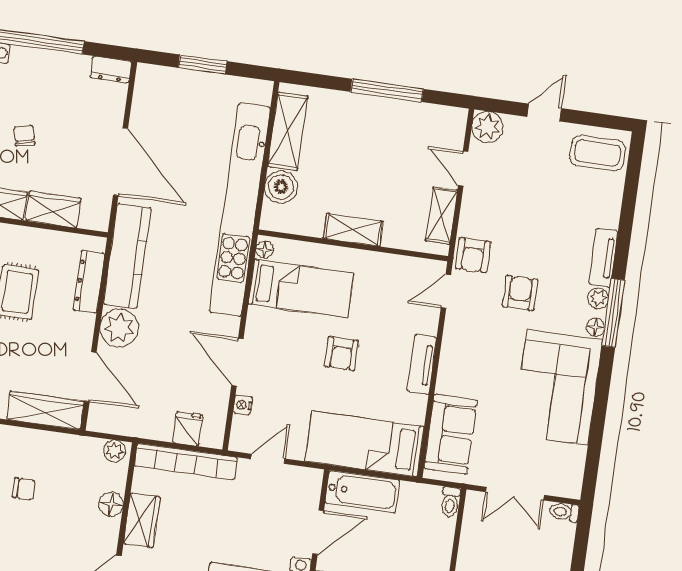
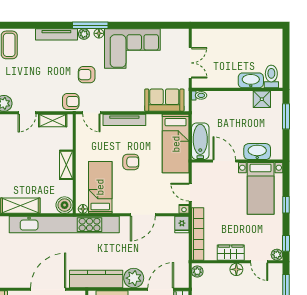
boiler: (281, 187) -> (65, 205), moved
tv unit: (603, 258) -> (56, 34), width x1.41
tv unit: (422, 364) -> (124, 120), width x1.41
nightstand: (243, 405) -> (184, 209), moved
fridge: (188, 429) -> (182, 224), moved, turned -90
floor lamp: (111, 504) -> (236, 269), moved
toilet: (564, 512) -> (196, 36), removed

